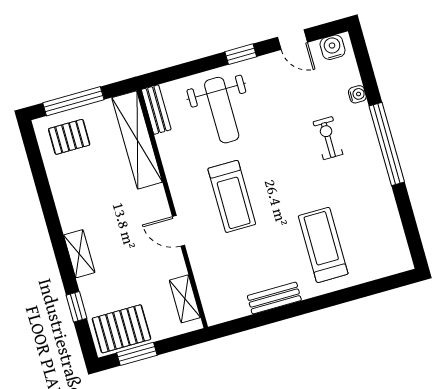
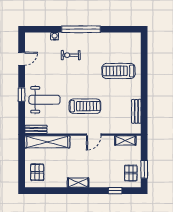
water cooler: (333, 47) -> (30, 42), removed
window: (241, 54) -> (22, 95), moved
window: (73, 101) -> (22, 166), removed
shelving: (79, 254) -> (78, 183), moved
bench: (274, 298) -> (136, 111), moved
pallet: (121, 329) -> (131, 173), width x0.67, depth x0.71

